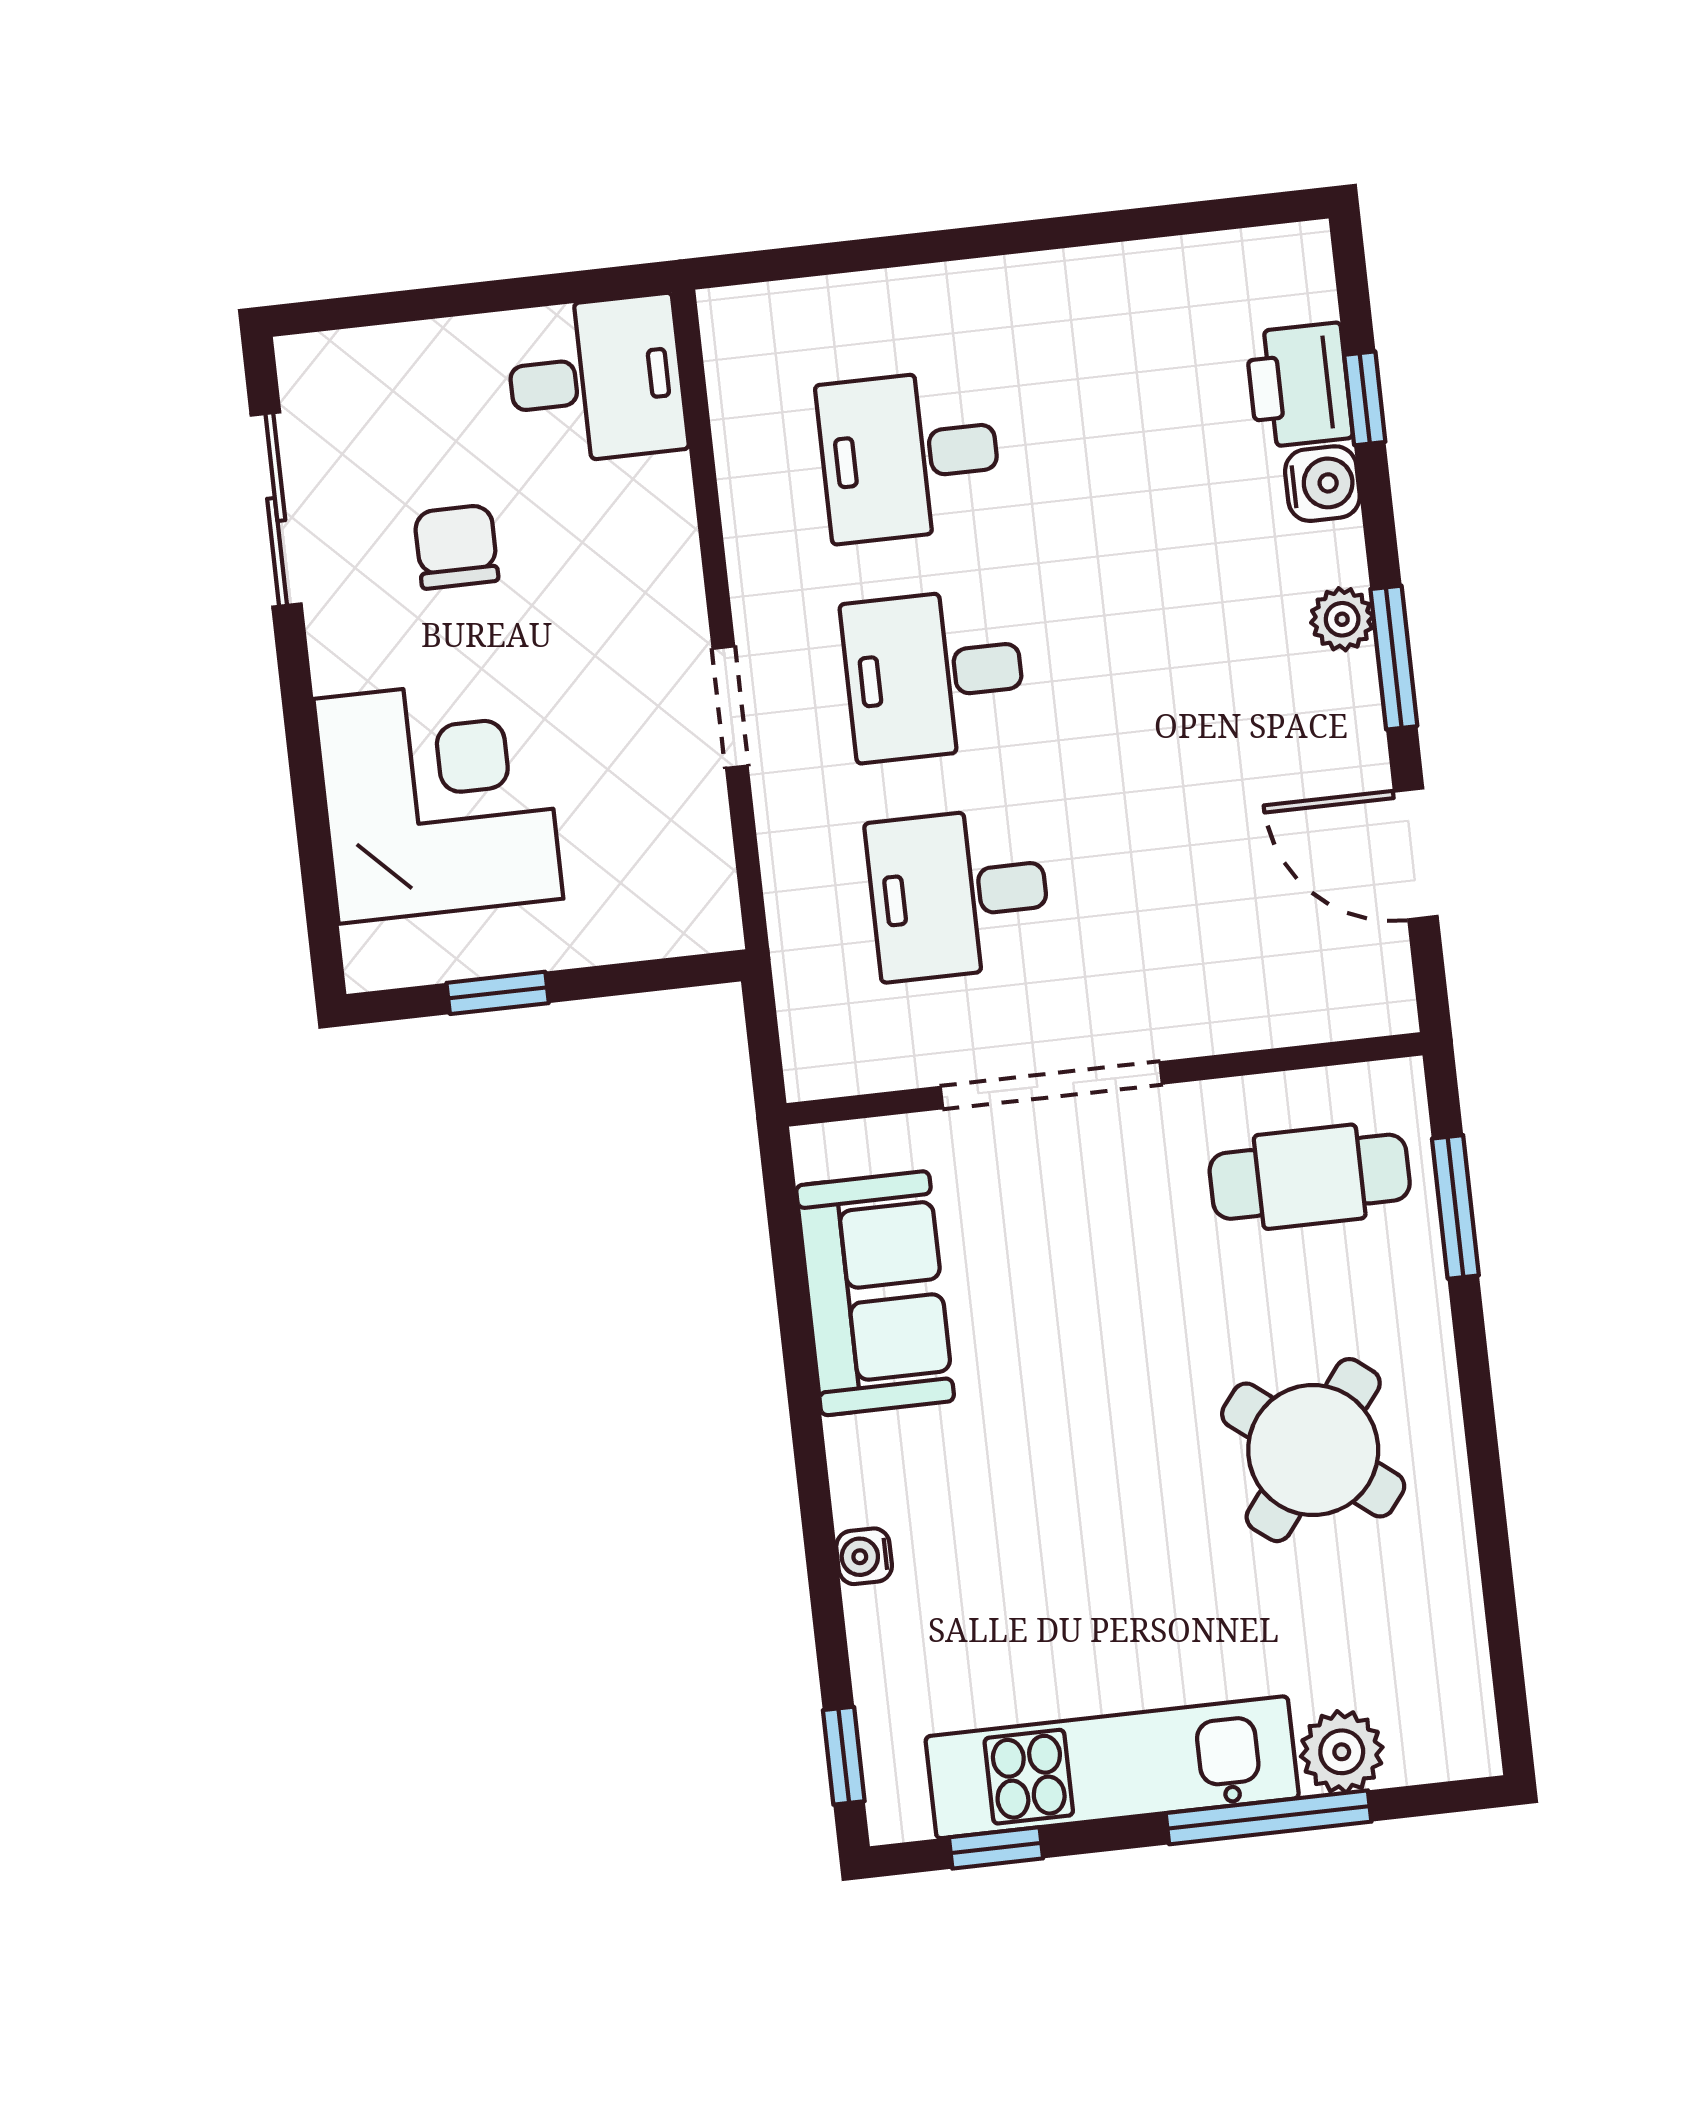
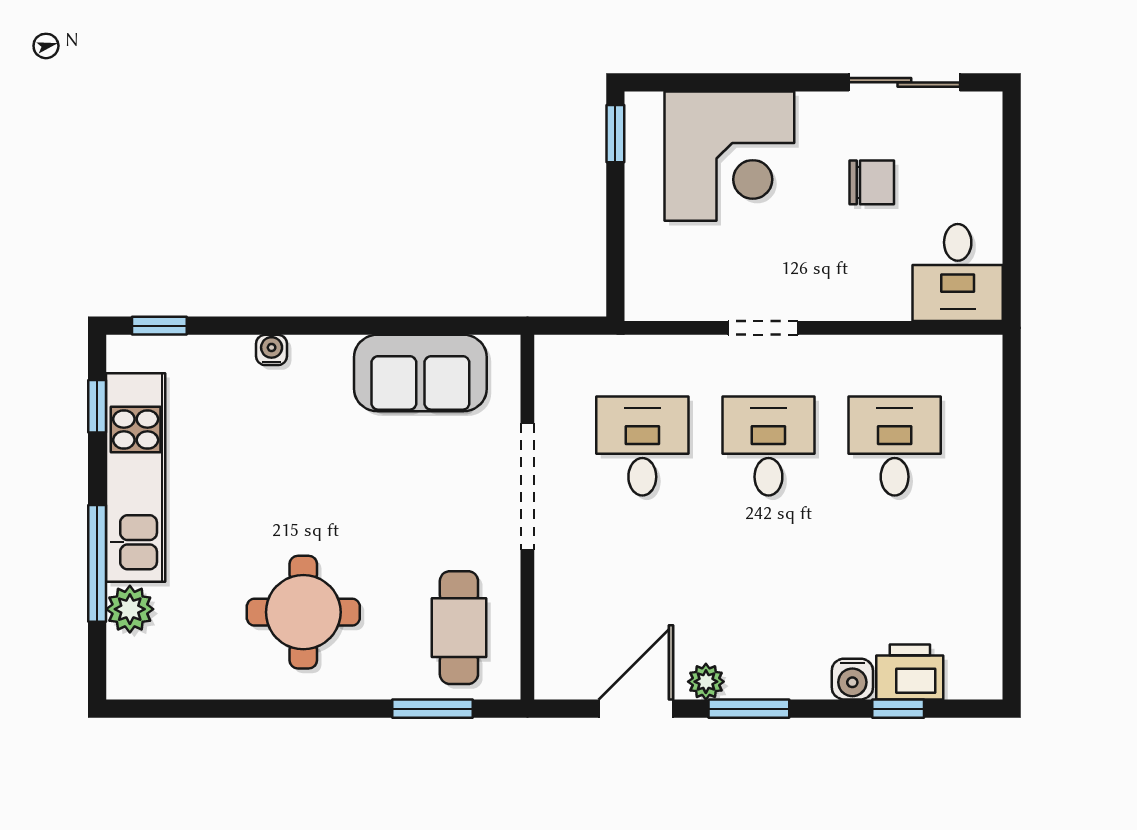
plant: (1342, 619) -> (706, 682), moved
window: (498, 993) -> (615, 134), moved
round table: (1313, 1450) -> (303, 612), turned -38

